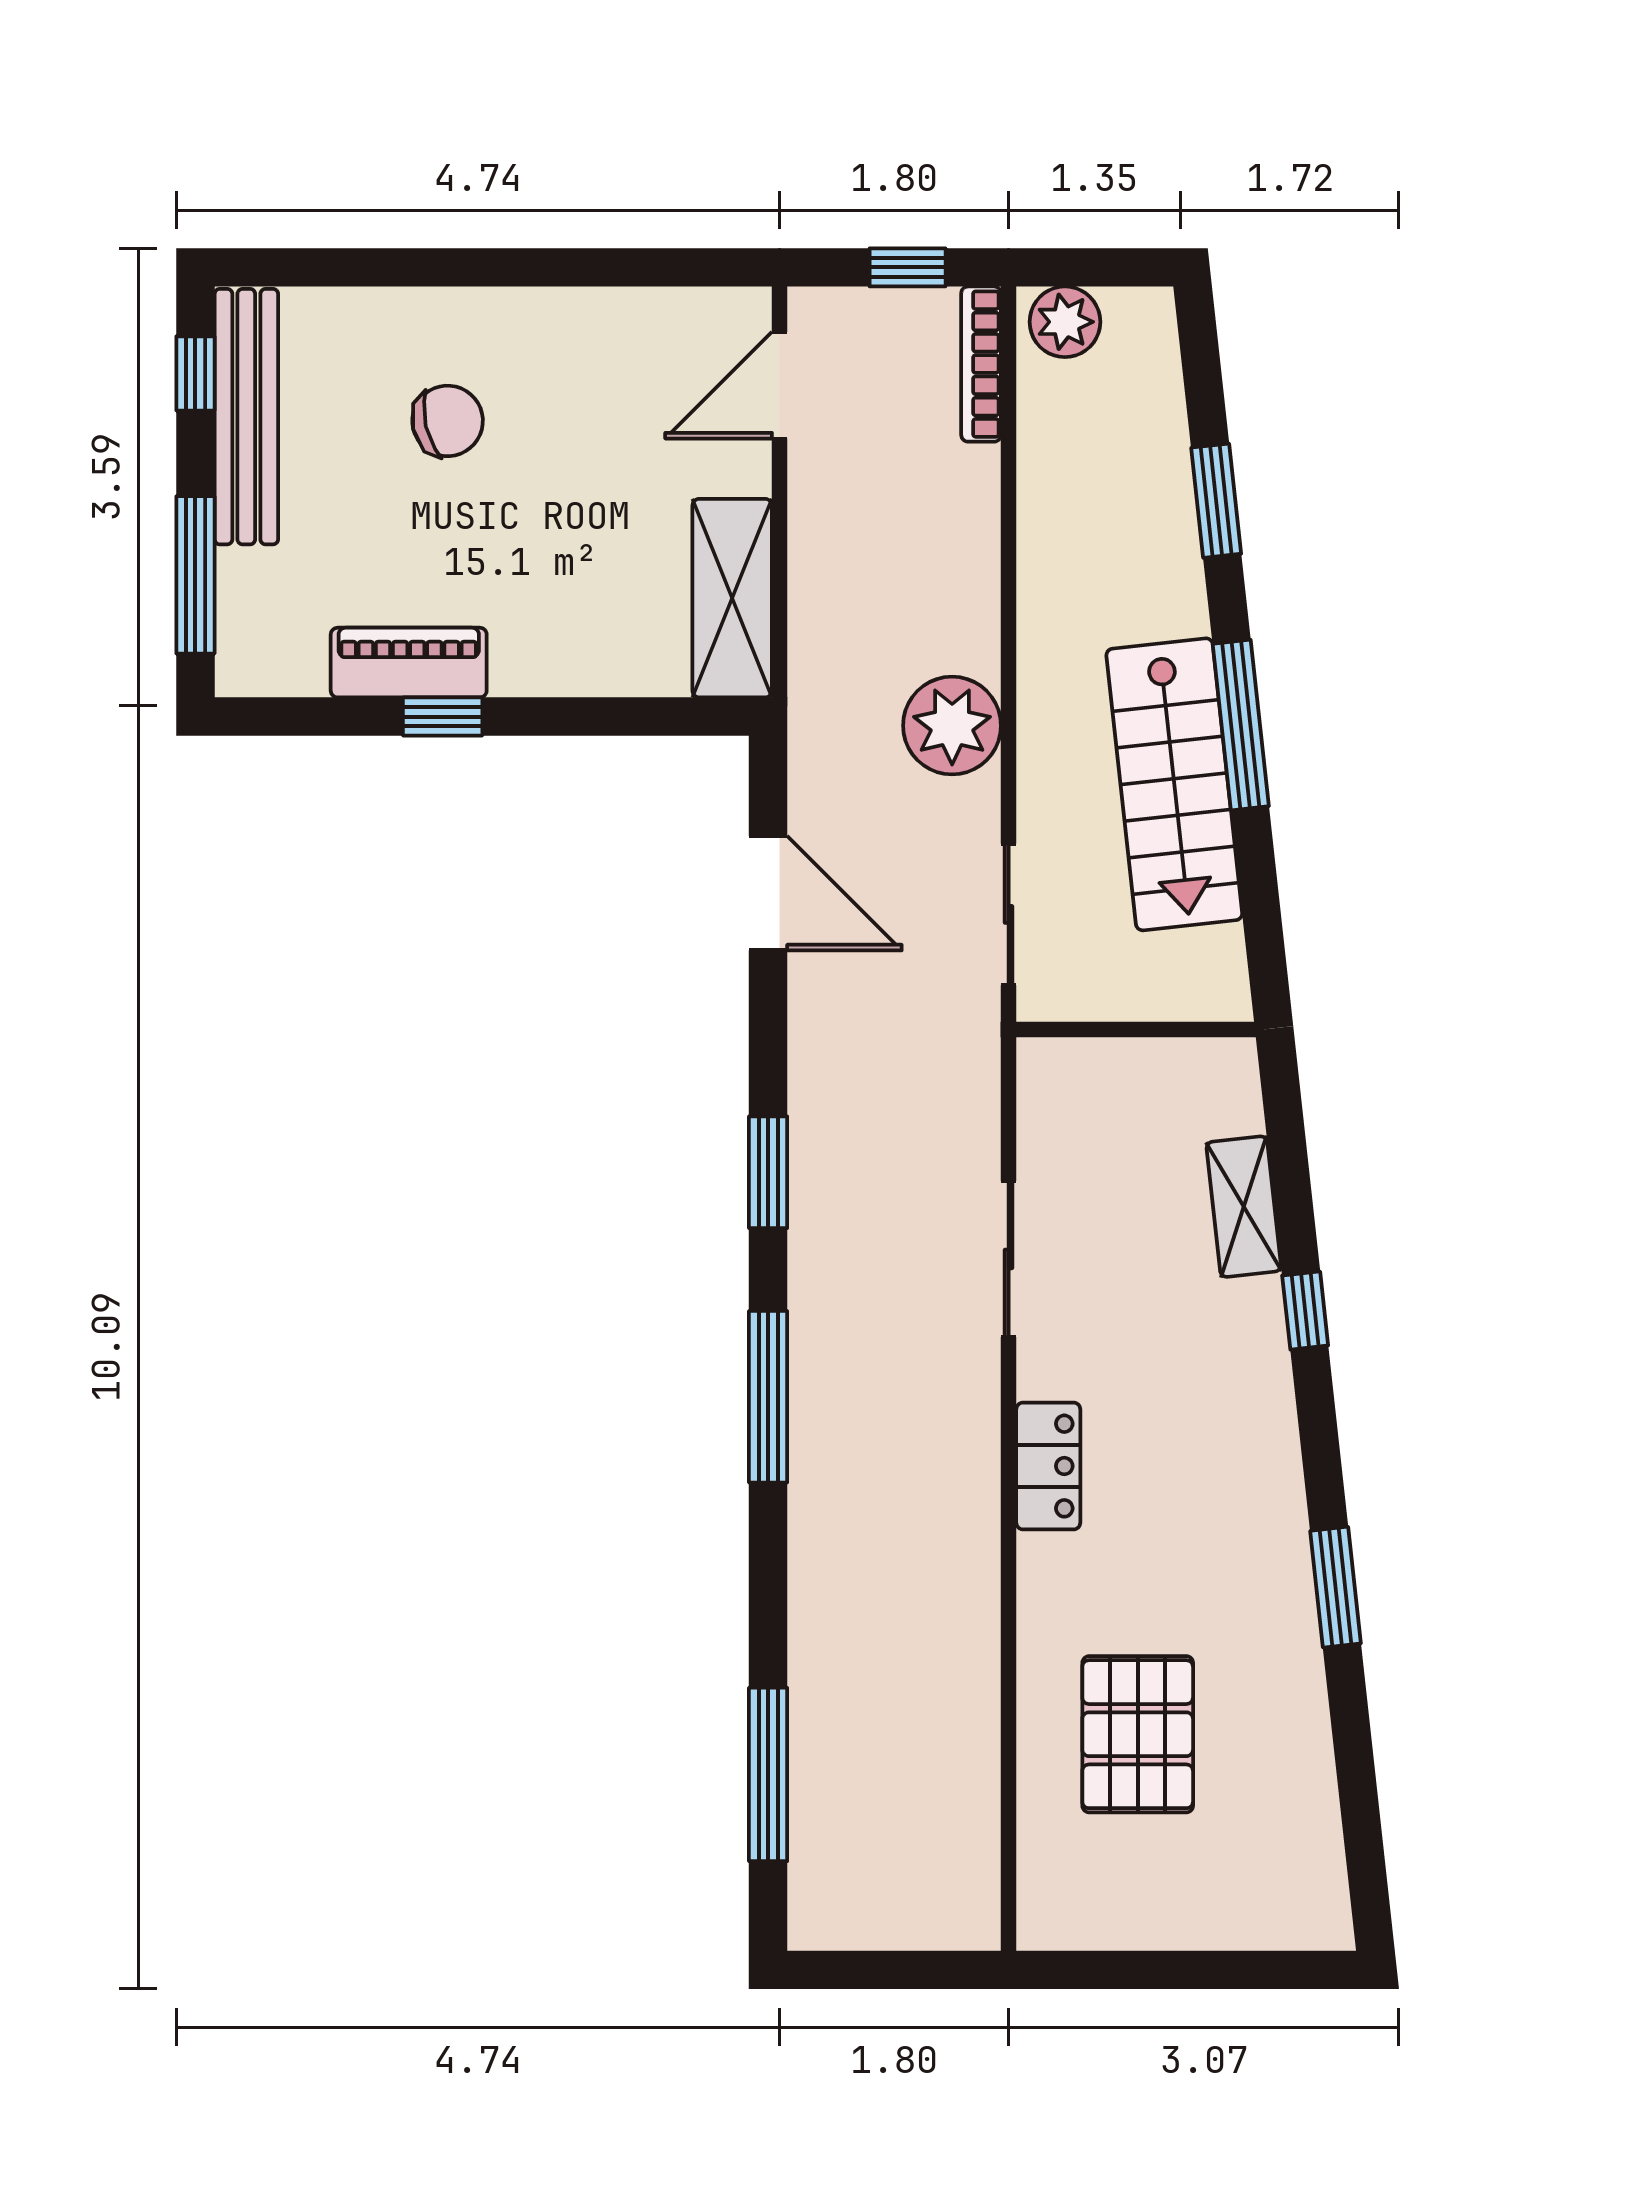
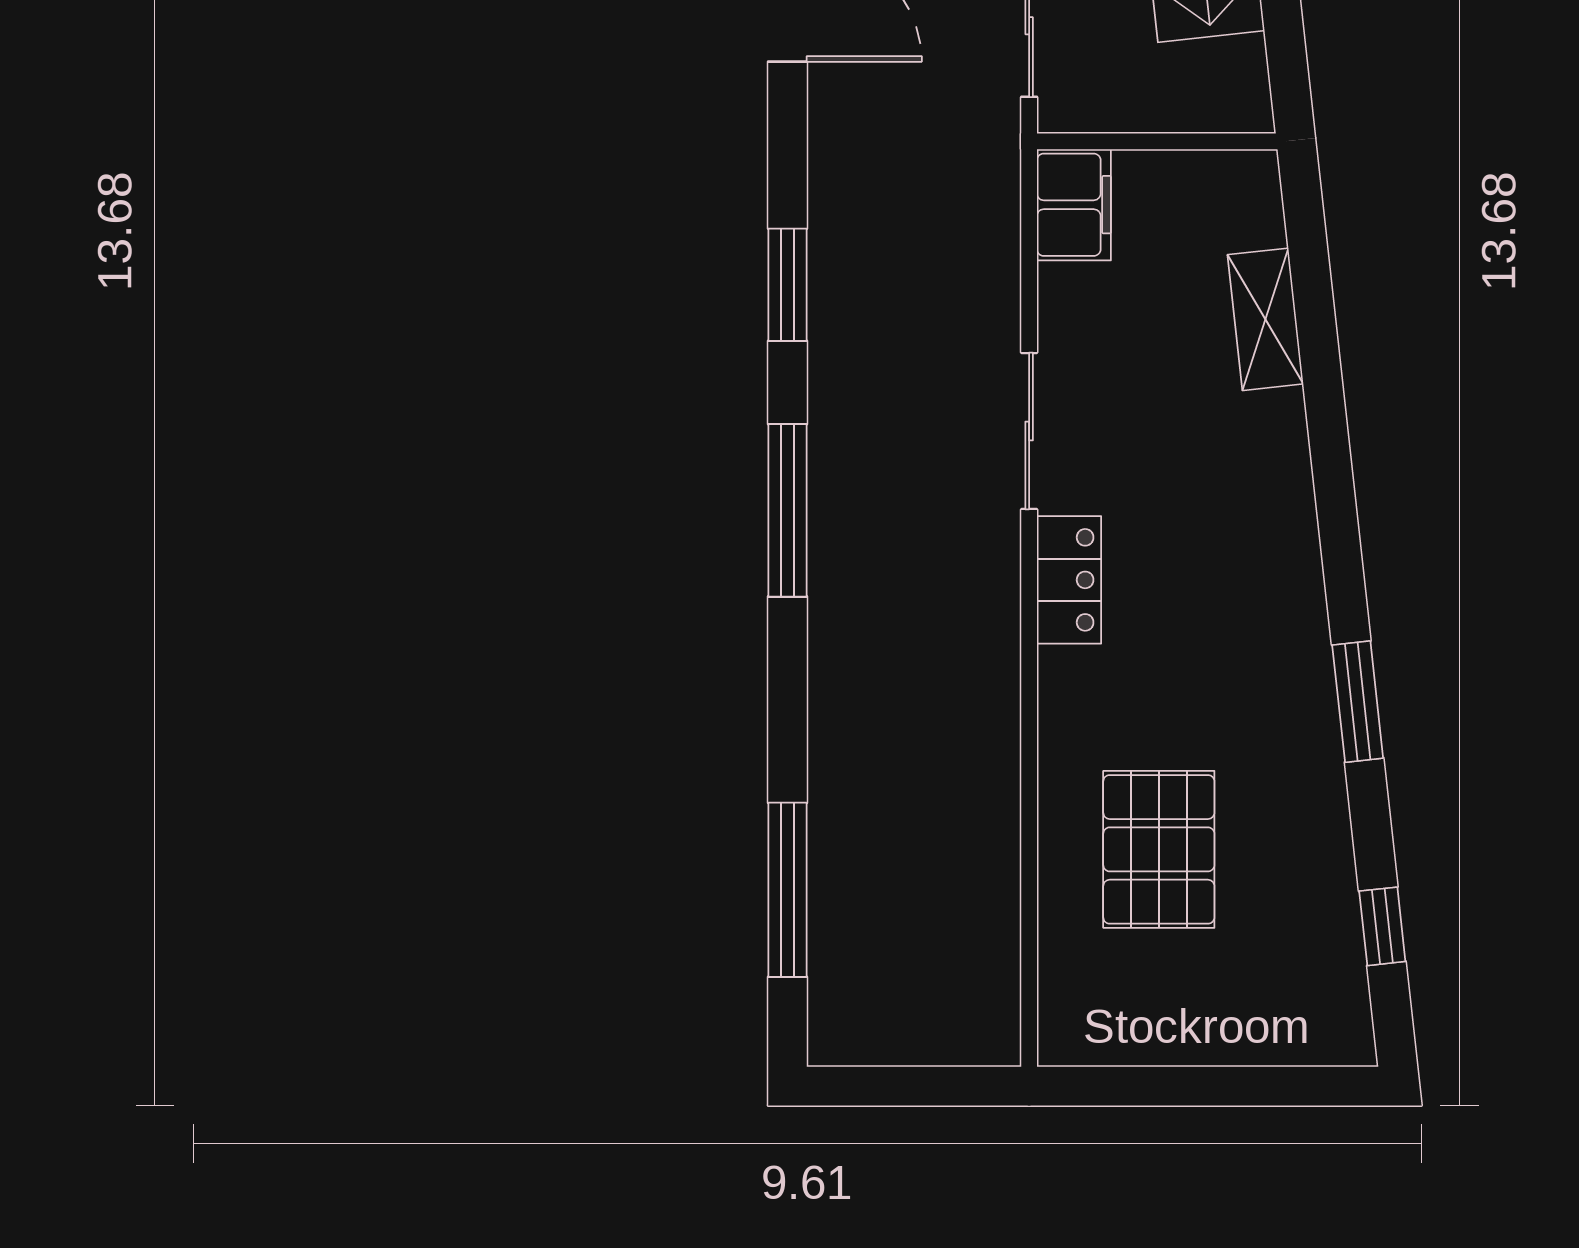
filing cabinet: (1053, 1093) -> (1074, 205), added
sliding door: (1009, 1259) -> (1029, 431), moved
window: (1305, 1311) -> (1382, 926), moved

